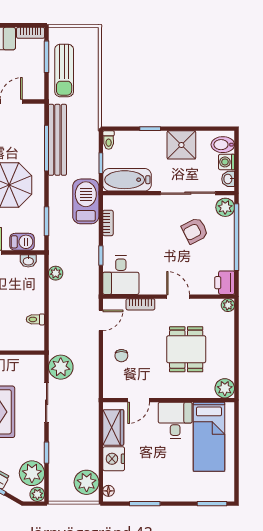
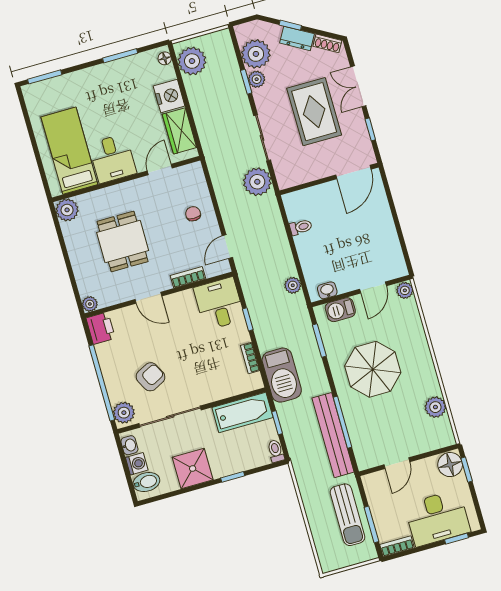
sun lounger: (64, 70) -> (347, 515), turned 180
plant: (37, 494) -> (257, 79), moved

